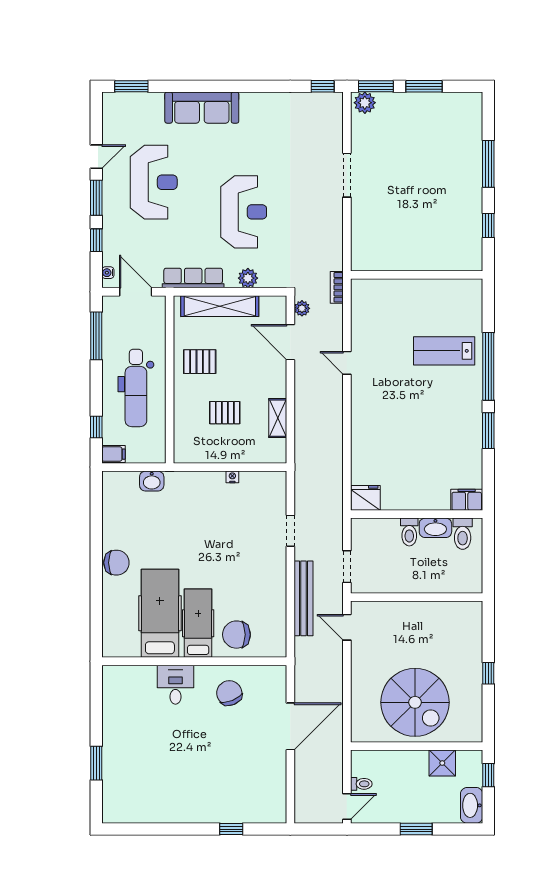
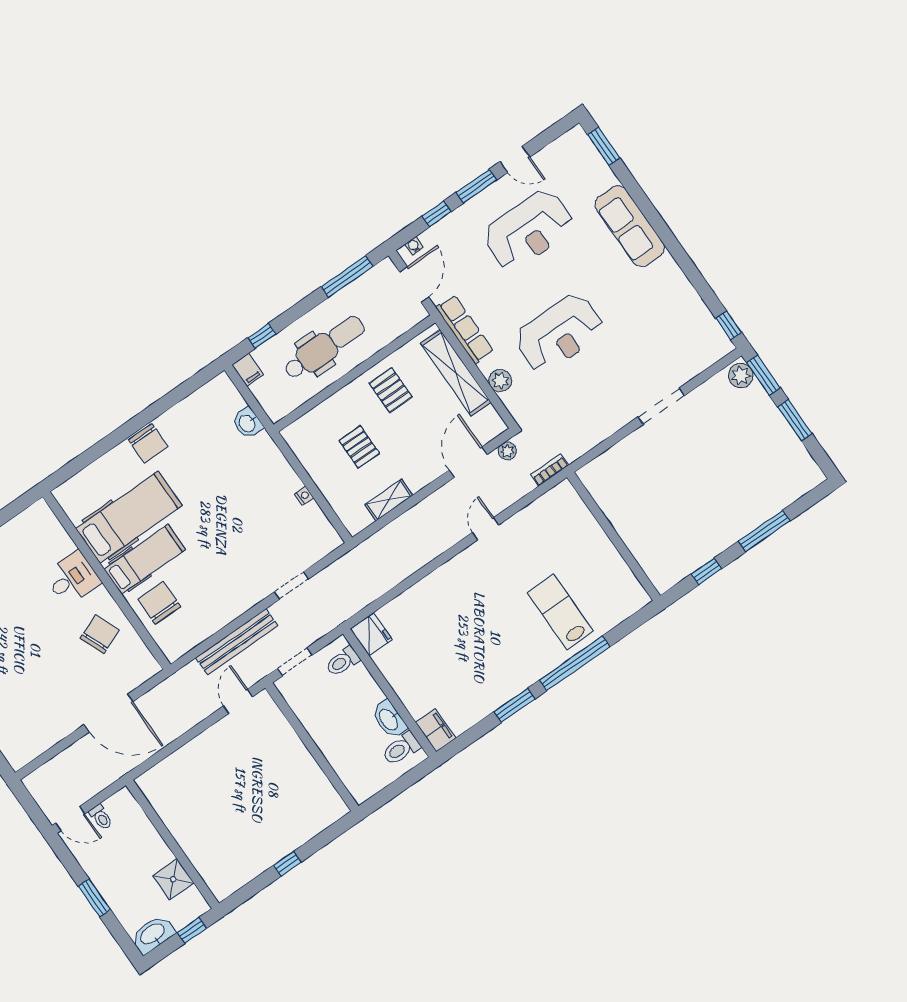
dental chair: (136, 388) -> (324, 348), turned 180
toilet: (409, 532) -> (343, 661), moved
spiral stairs: (415, 702) -> (212, 814), removed

